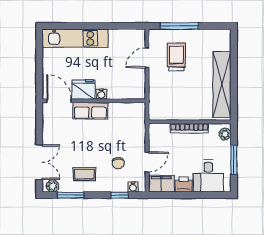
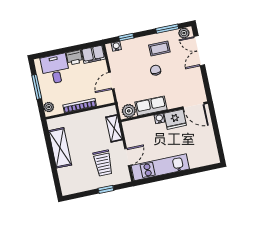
window: (179, 26) -> (106, 189), width x0.46
kitchen unit: (75, 38) -> (160, 167), moved
shelving: (222, 85) -> (60, 148), width x0.68
shelving: (155, 94) -> (114, 128), added
plant: (134, 110) -> (129, 111), added
row of seats: (90, 111) -> (151, 106), moved
door: (147, 162) -> (111, 81), moved
chair: (118, 163) -> (156, 70), moved

